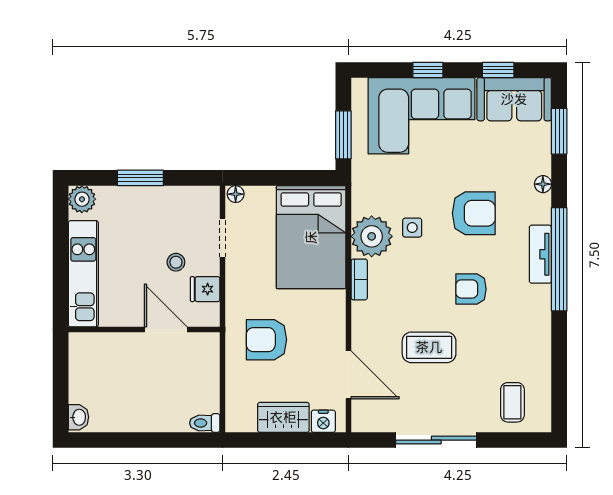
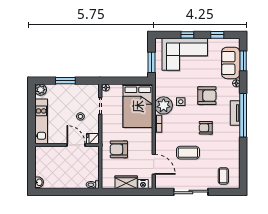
sofa: (514, 99) -> (231, 63), moved, turned 90
fridge: (205, 289) -> (93, 139), moved

